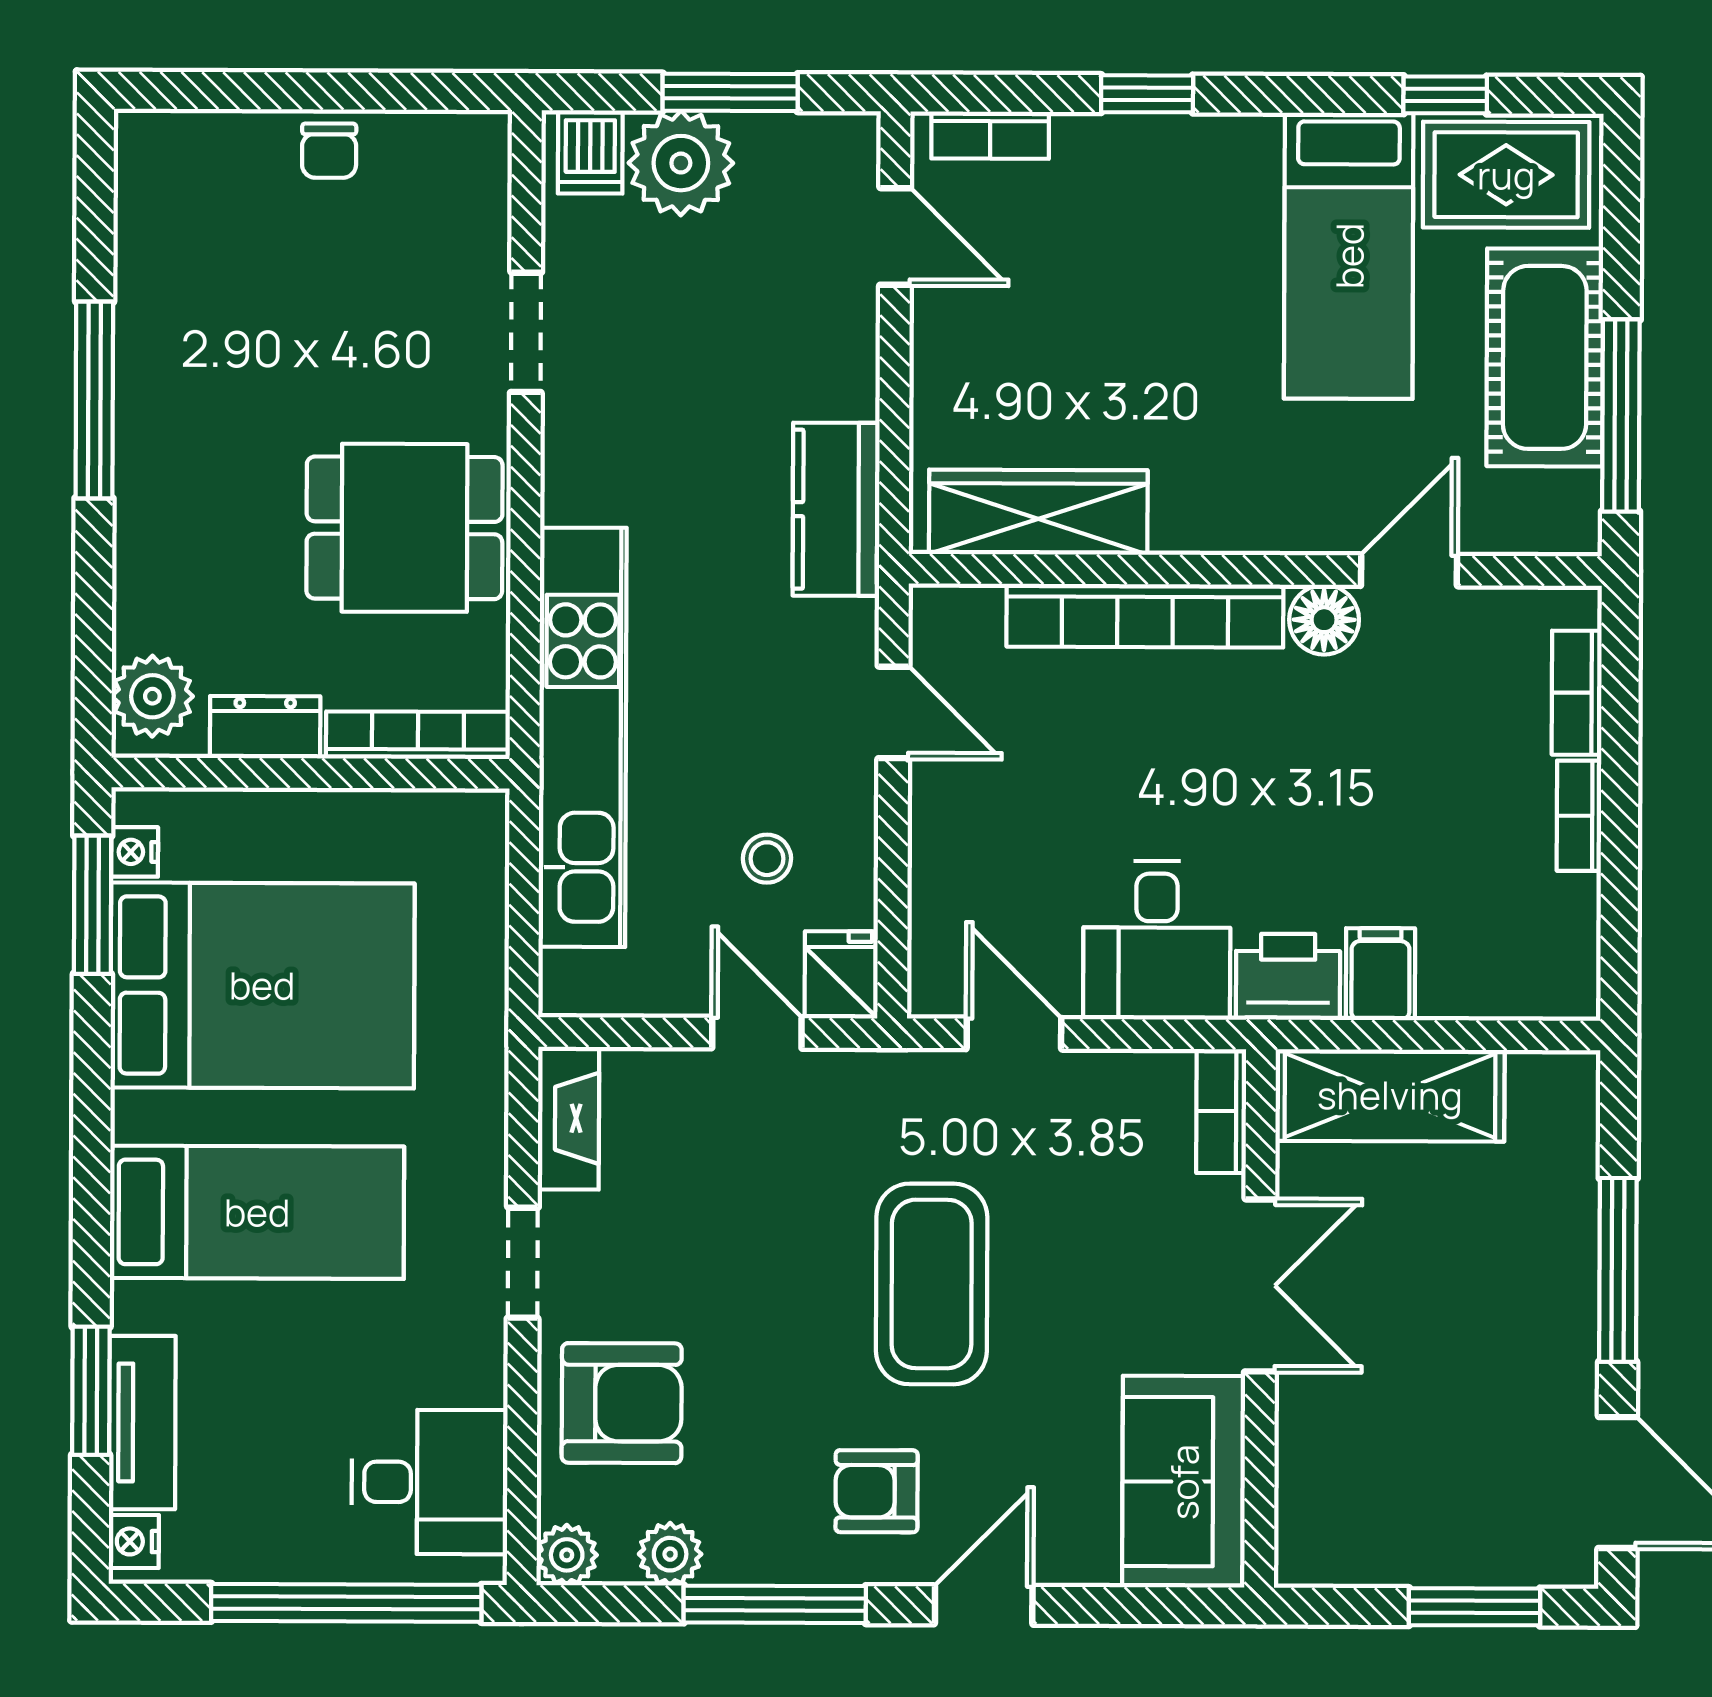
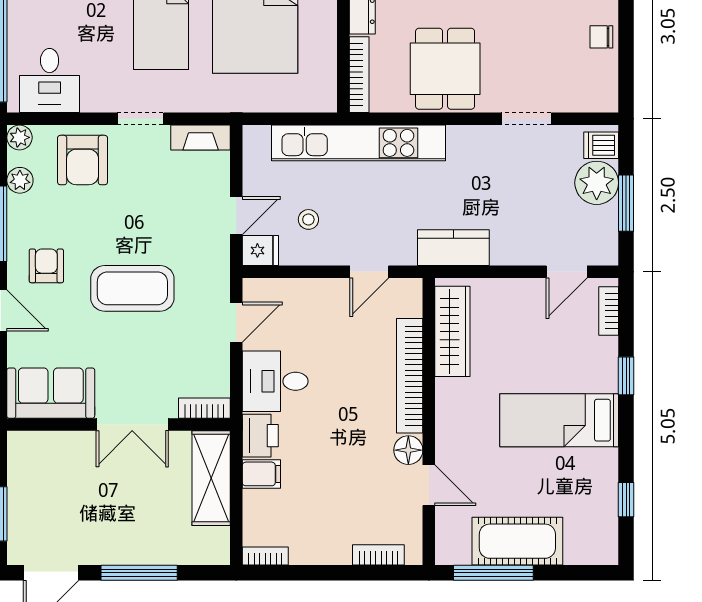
rug: (1506, 175) -> (593, 525), removed
bed: (1349, 256) -> (559, 420), moved
bookcase: (1579, 816) -> (265, 556), moved

